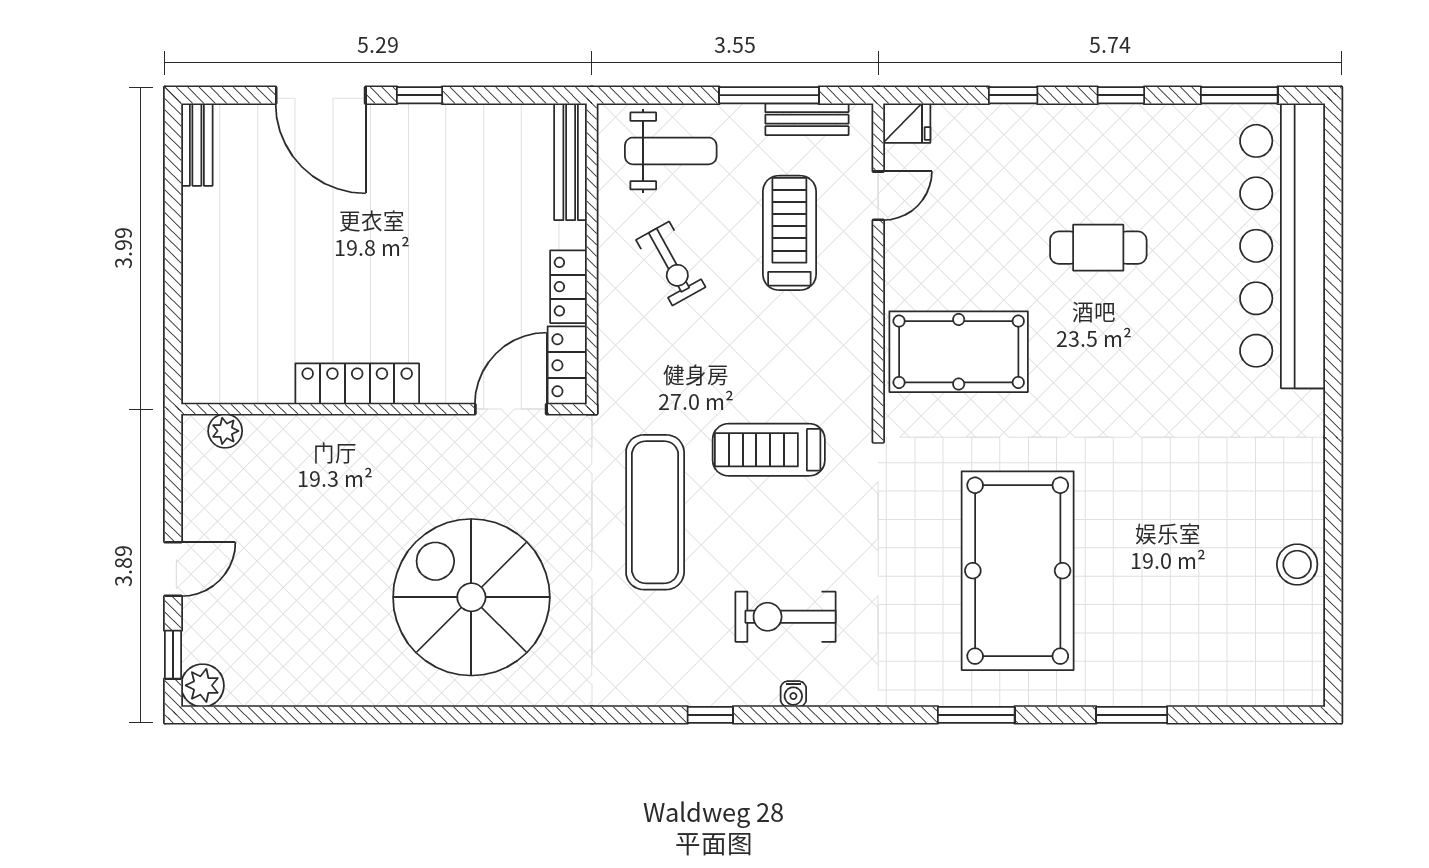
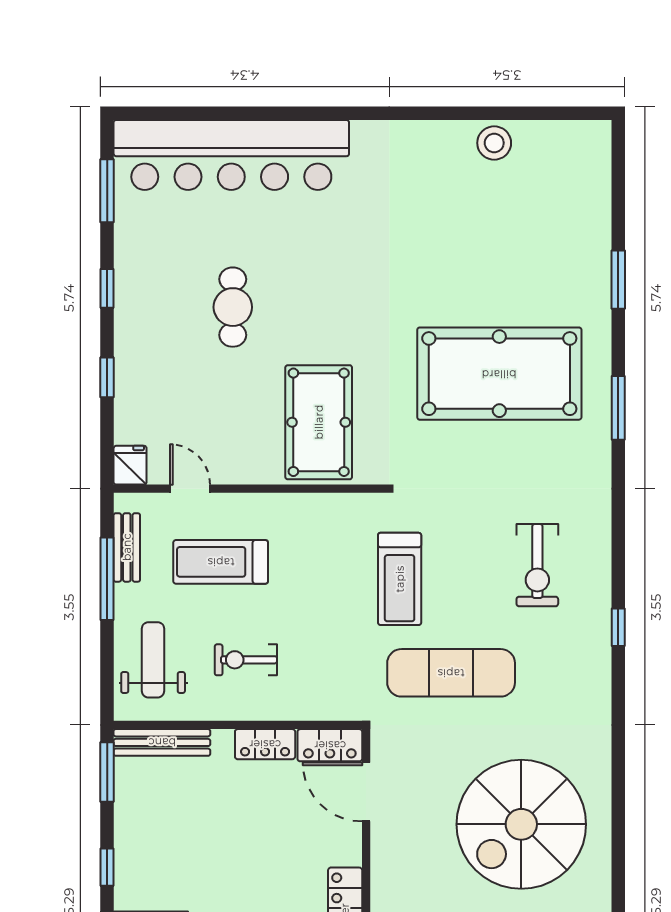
window: (535, 95) -> (107, 772), added
exercise bike: (671, 263) -> (246, 660), turned -151
water cooler: (793, 694) -> (601, 559), removed

